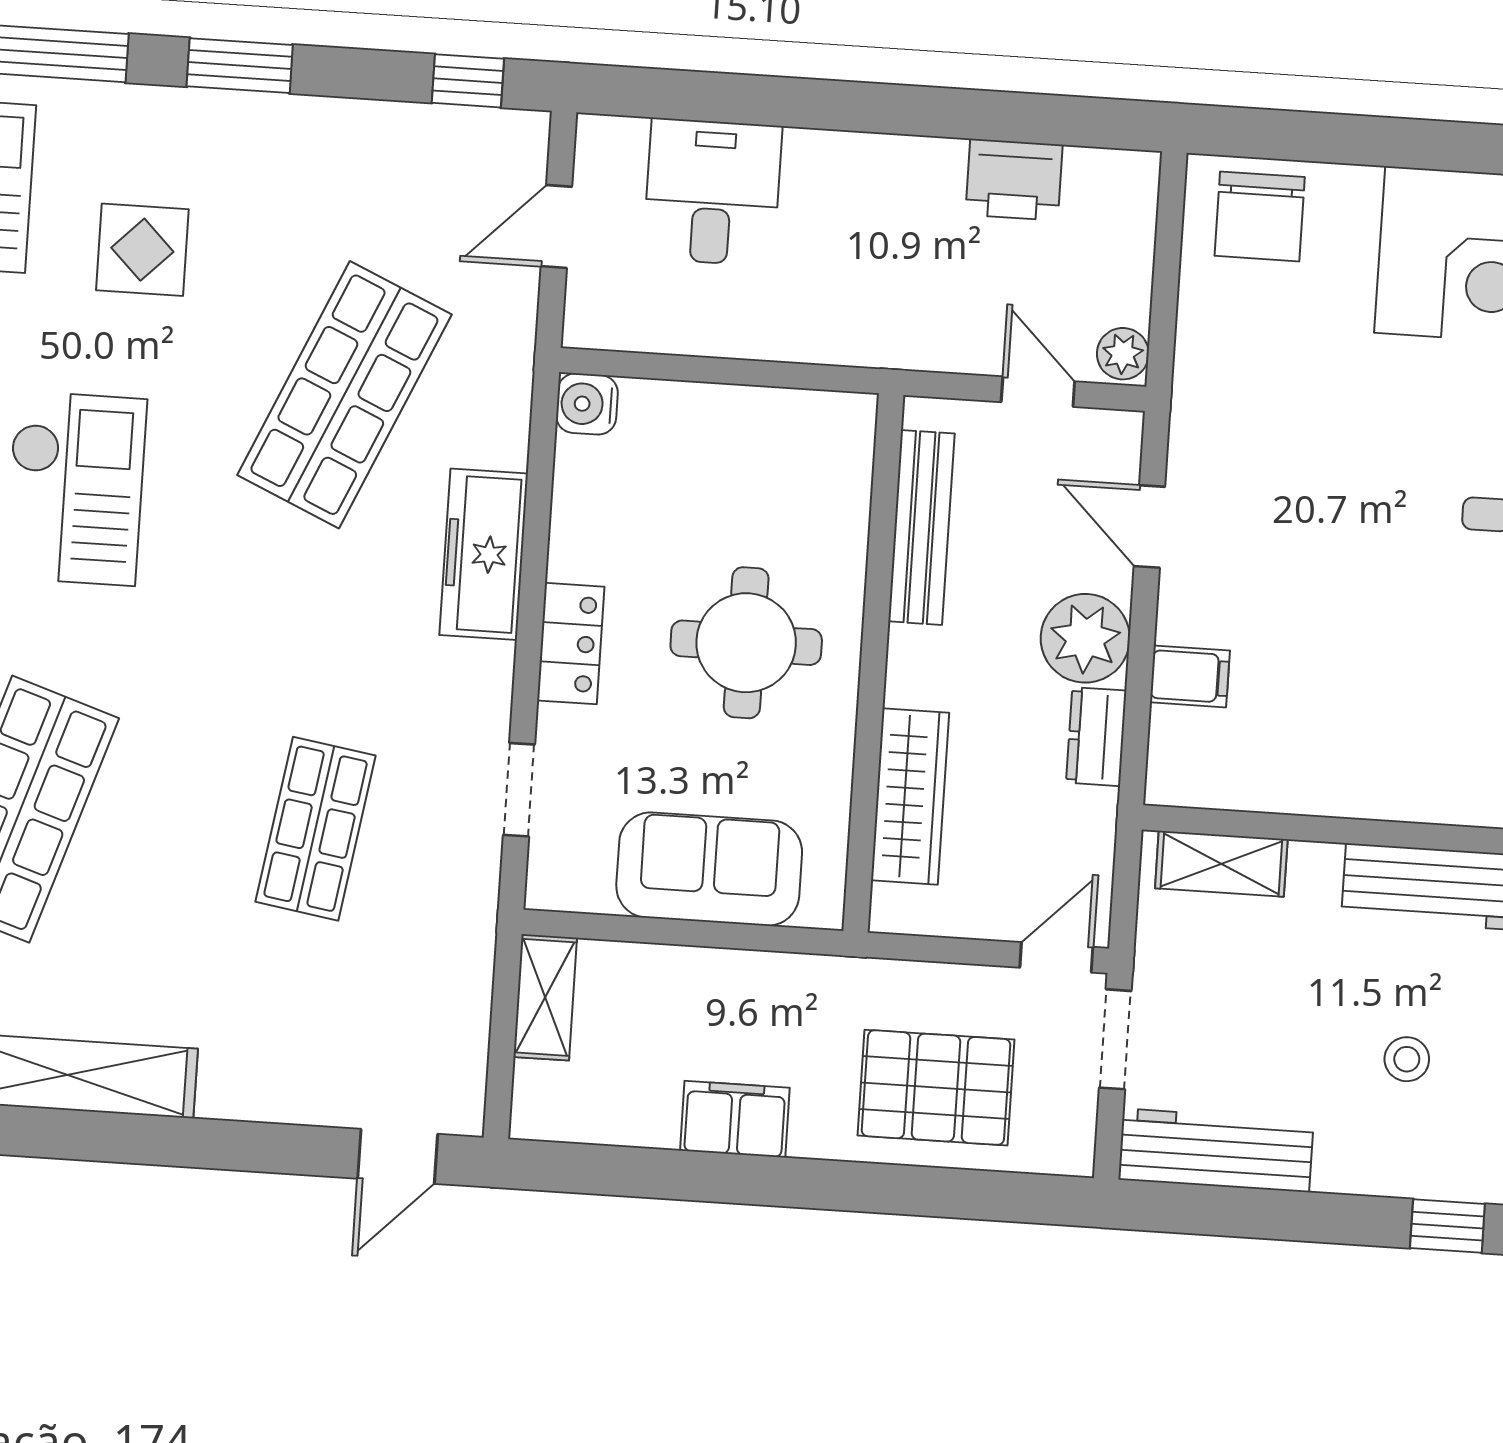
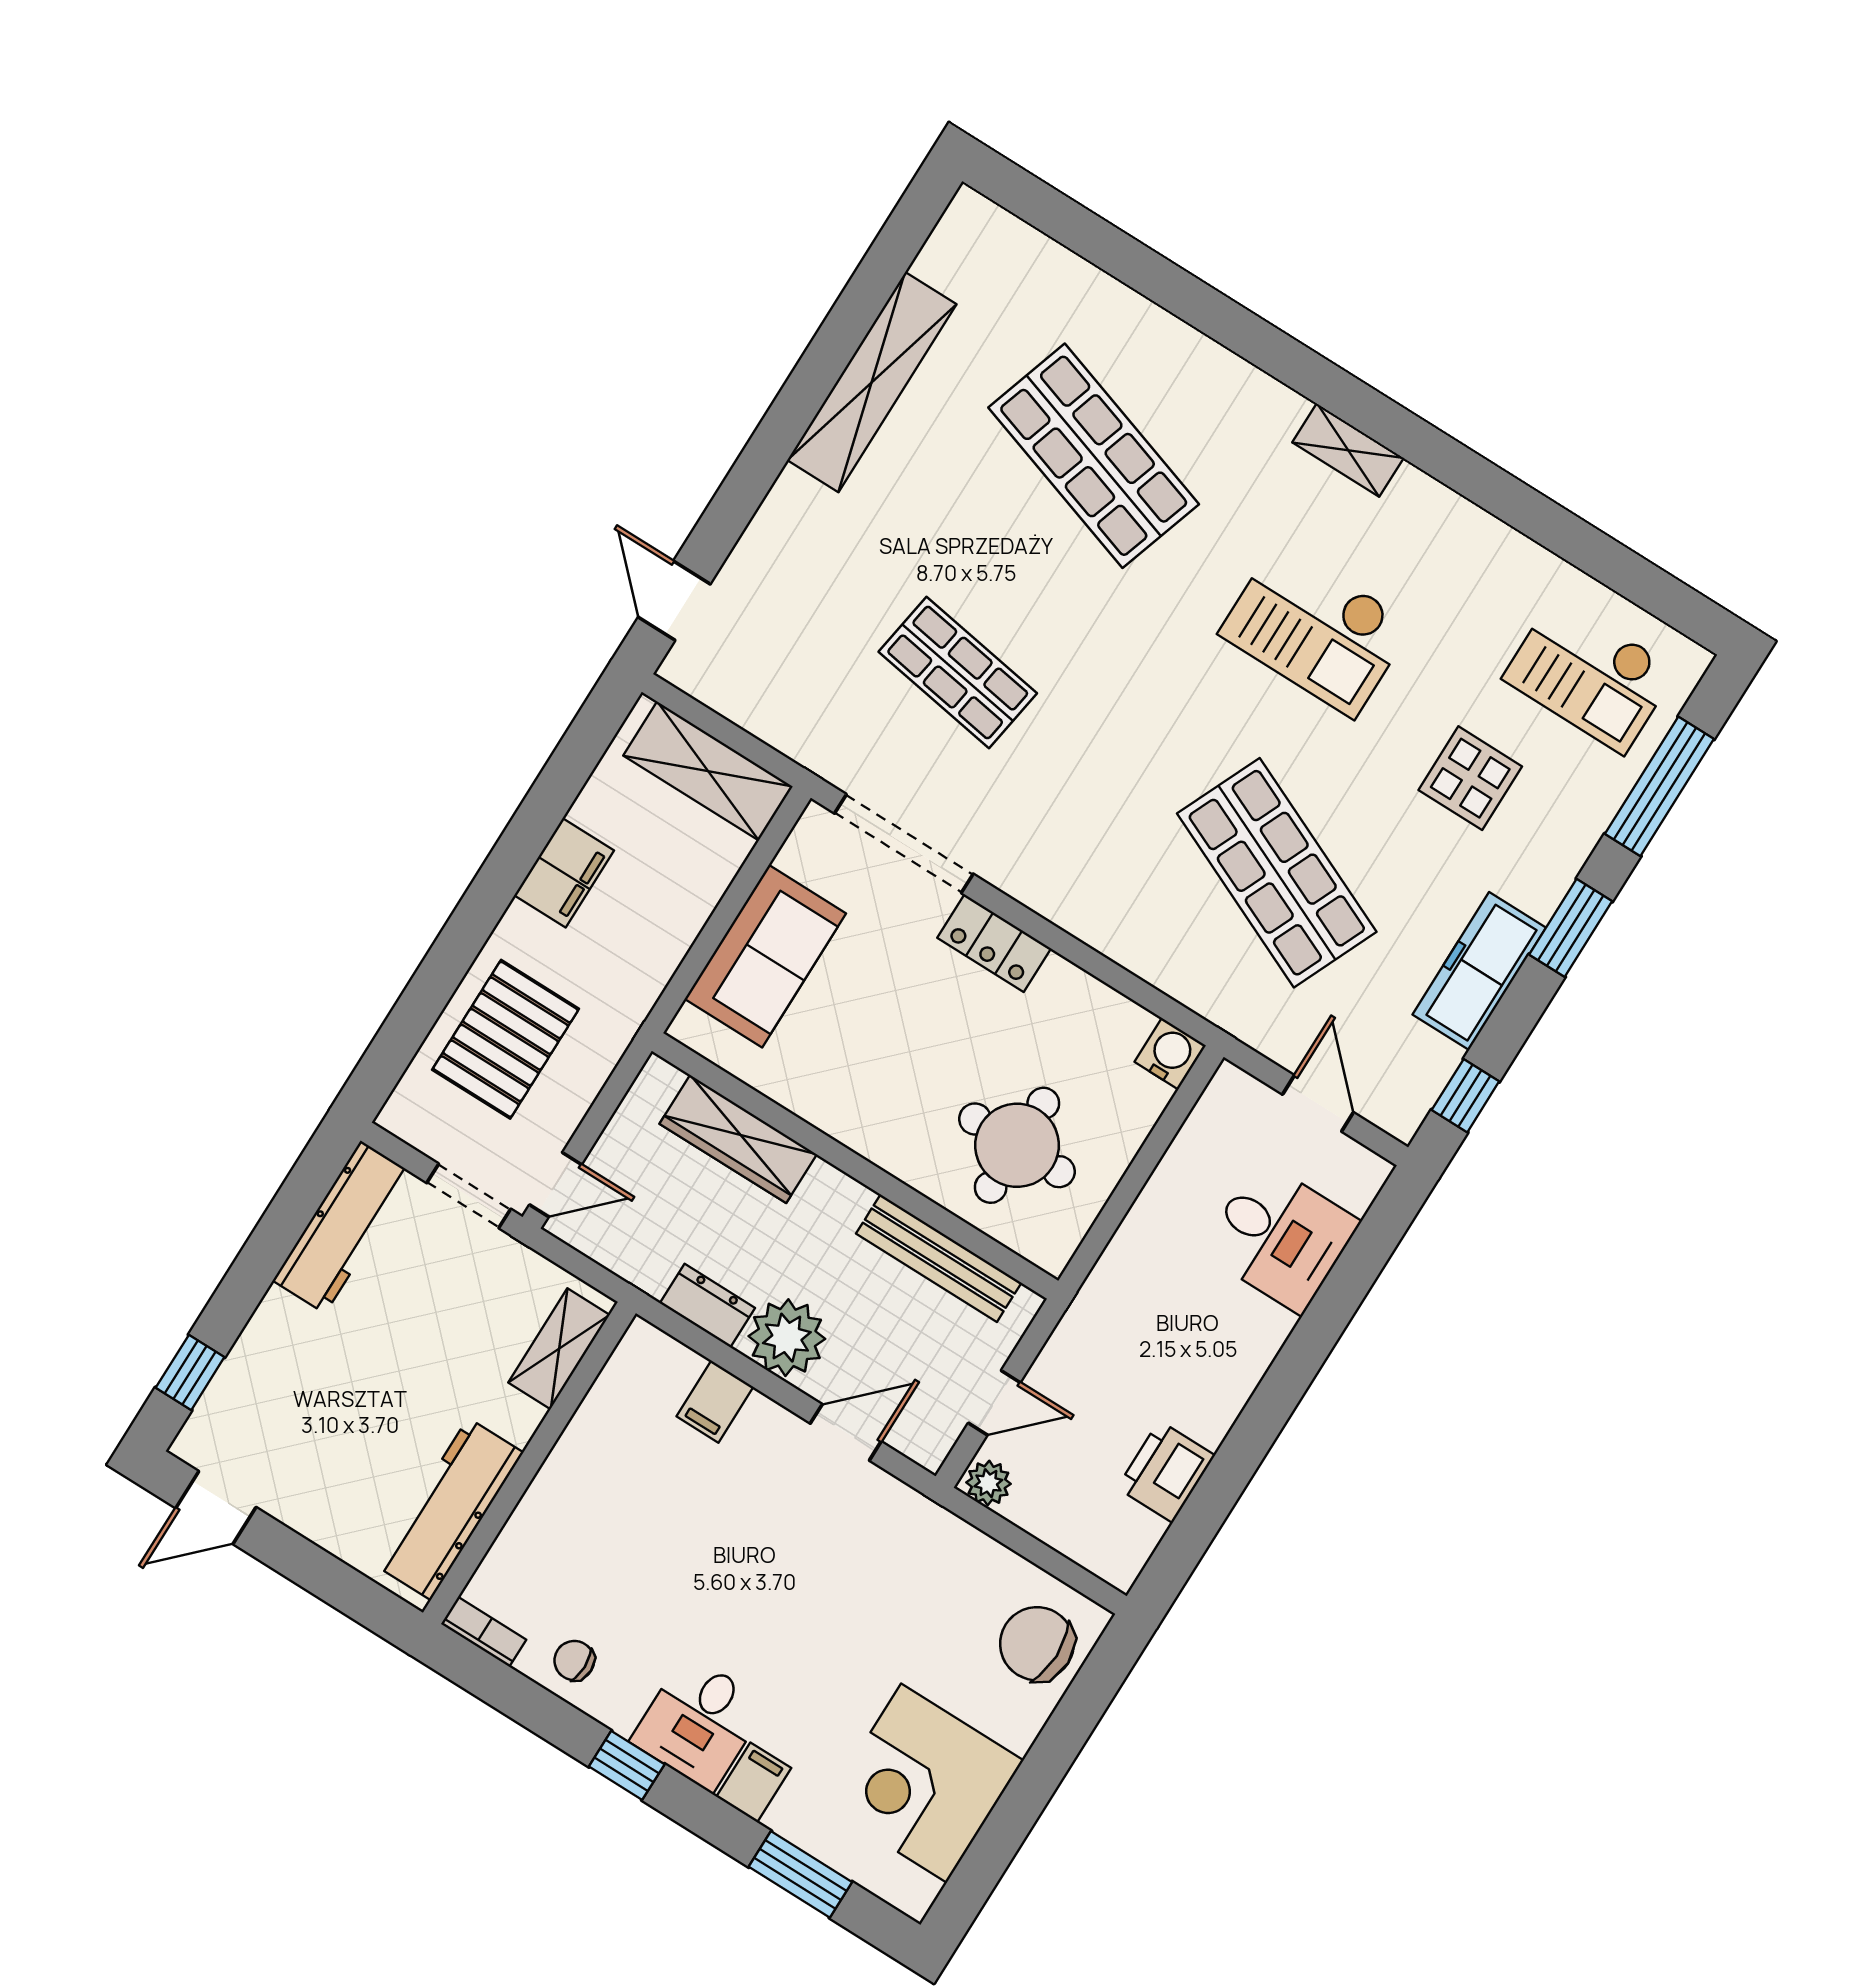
freezer: (484, 554) -> (1479, 971), moved, turned -90
round table: (746, 643) -> (1017, 1145), moved
doorway: (519, 790) -> (904, 844), width x1.87
door: (1056, 957) -> (555, 1185), hinge flipped
shelving: (545, 997) -> (708, 771), width x1.50, depth x1.33
stool: (1407, 1059) -> (334, 1410), removed

